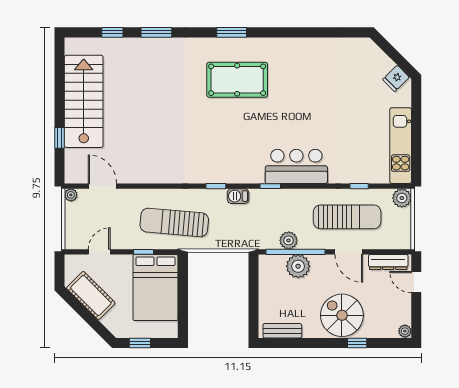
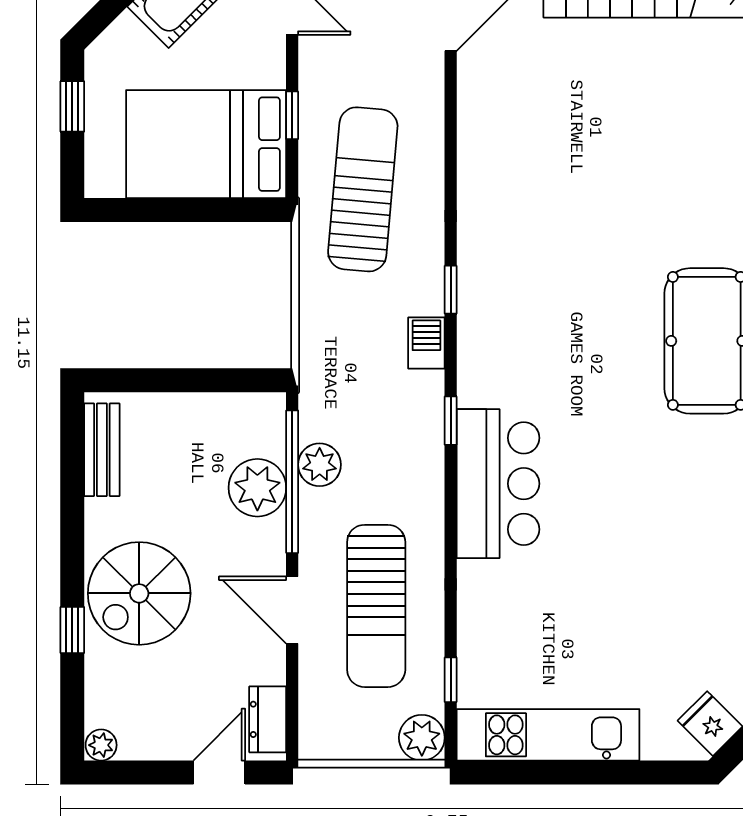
window: (359, 186) -> (451, 680), moved
door: (349, 252) -> (292, 610), hinge flipped
dresser: (388, 262) -> (268, 719), width x0.70
spiral stairs: (342, 315) -> (139, 593), turned 180

